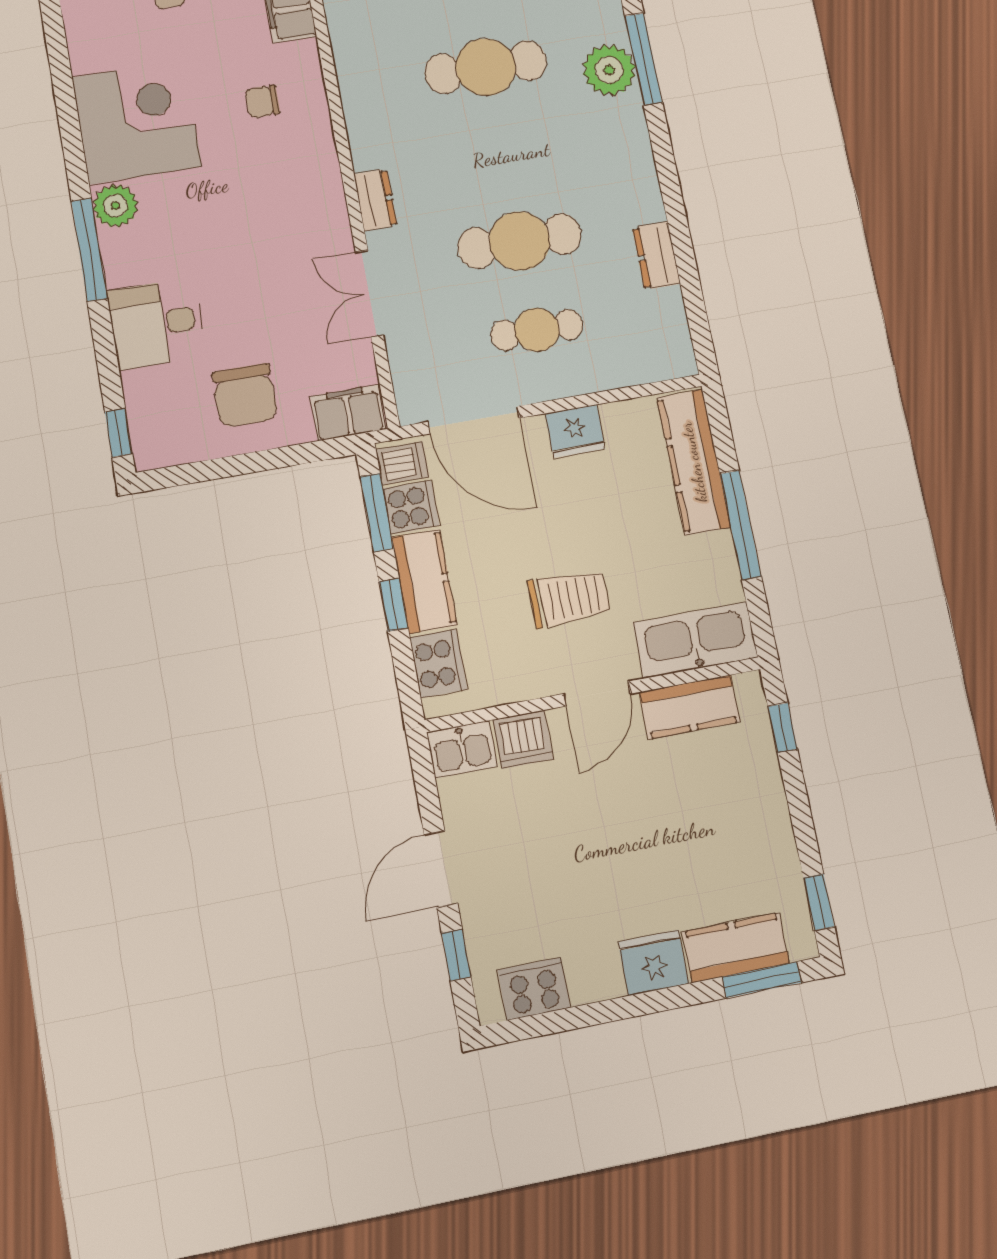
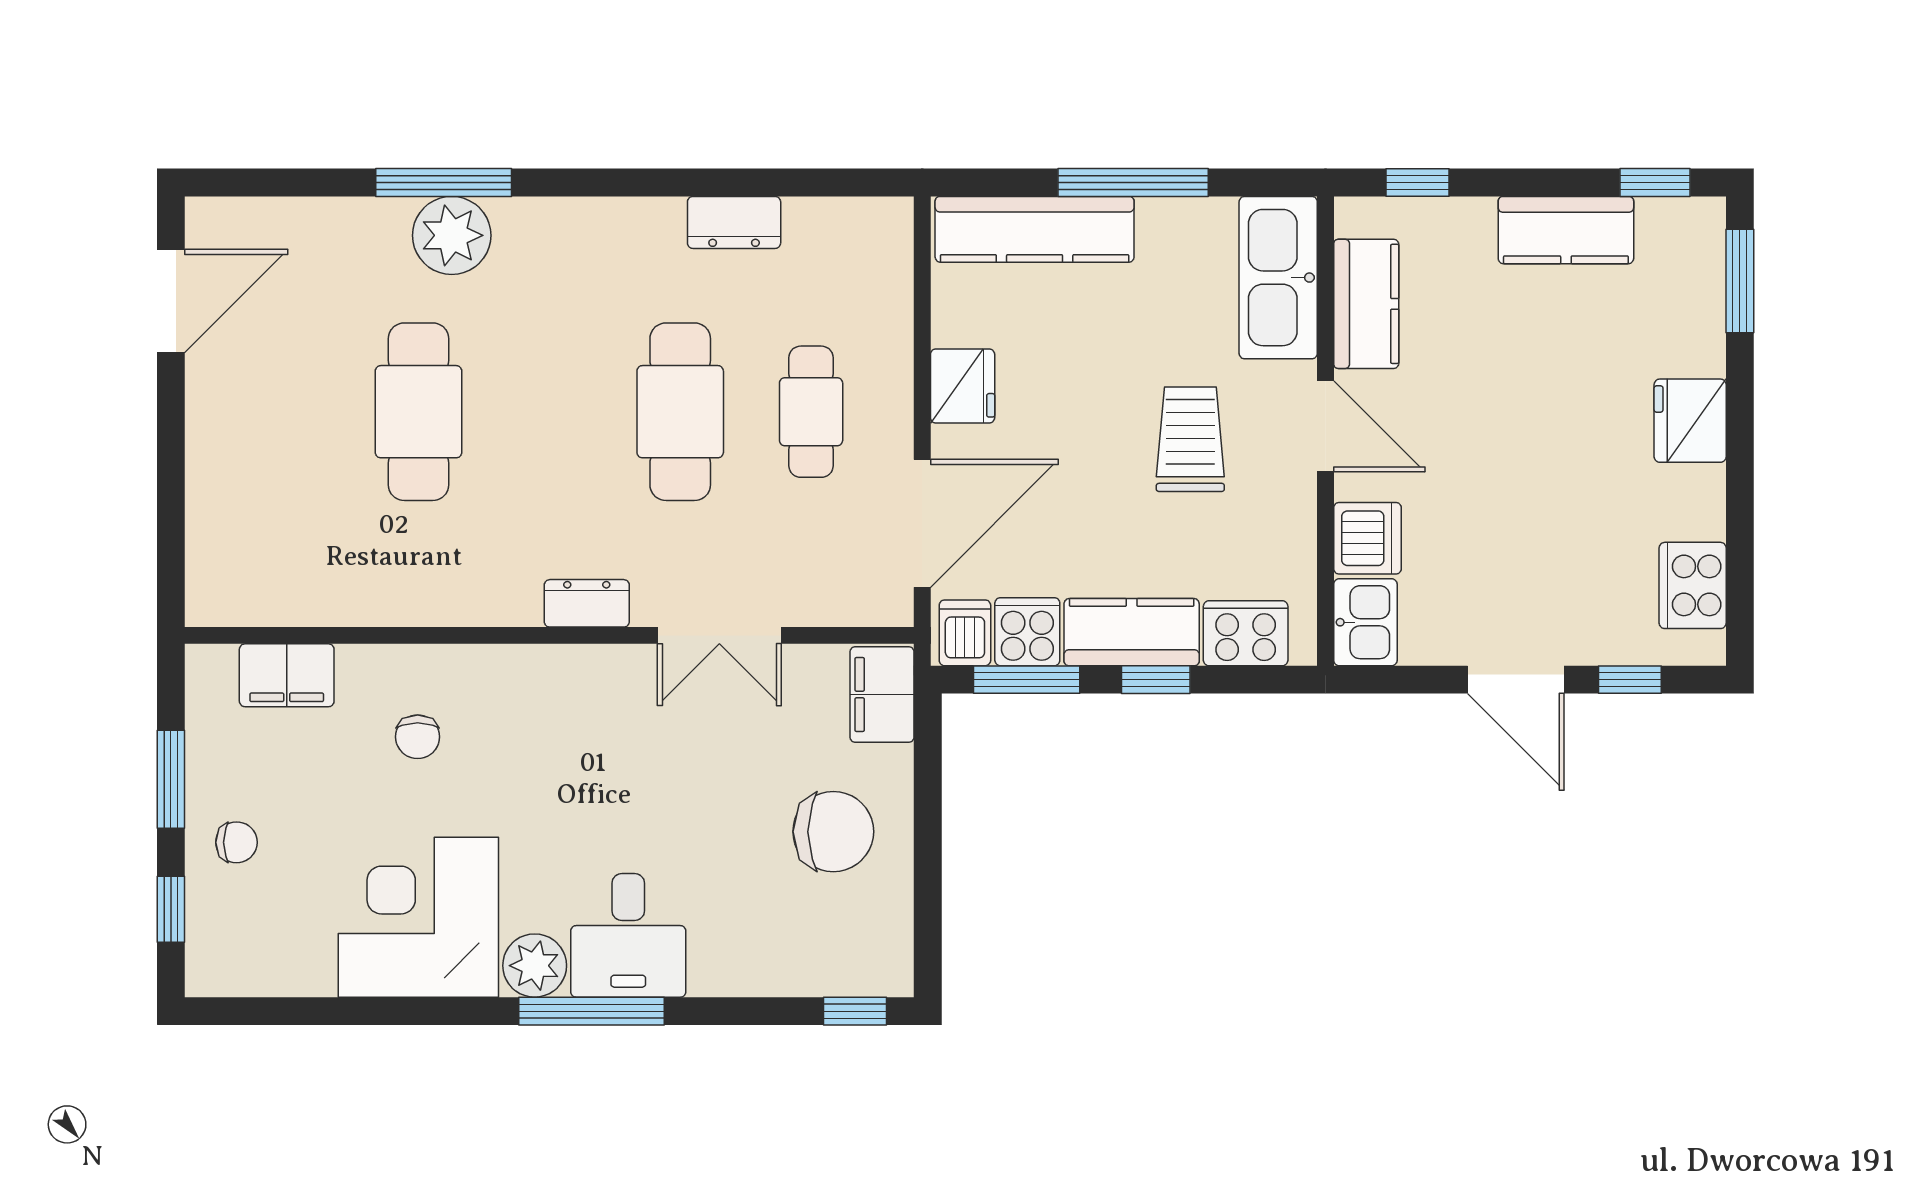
desk: (157, 324) -> (628, 935), moved
kitchen counter: (736, 948) -> (1566, 230), moved, turned -90

